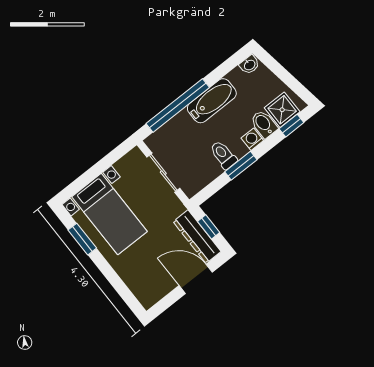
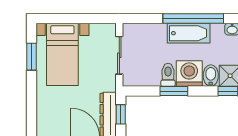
window: (178, 106) -> (193, 19), moved
washing machine: (252, 139) -> (189, 74), width x1.89, depth x1.89

